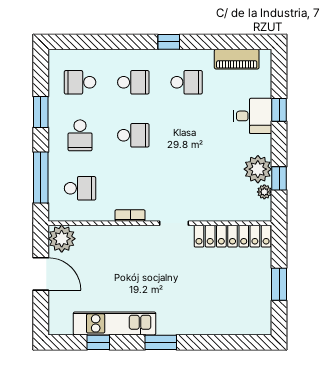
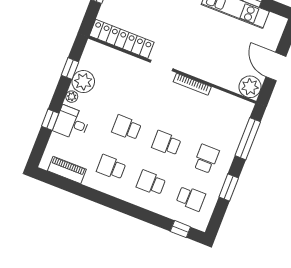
window: (169, 42) -> (180, 229), moved
school desk: (80, 188) -> (127, 128), moved
plant: (264, 192) -> (72, 97), moved
bookcase: (130, 215) -> (192, 84), width x1.56

